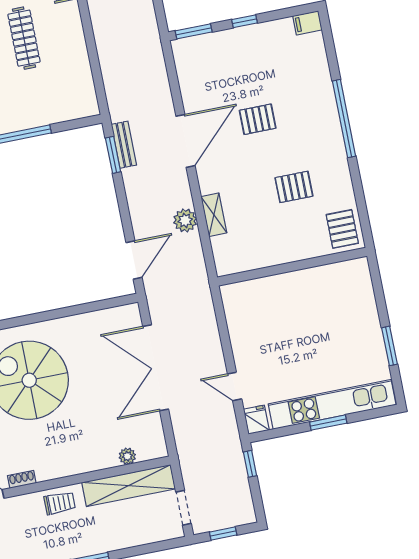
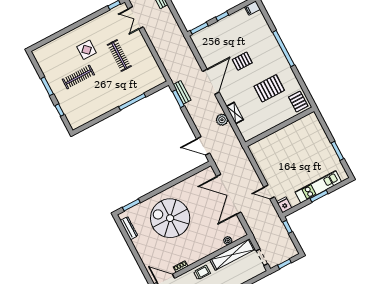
pallet: (294, 187) -> (269, 88), width x1.50, depth x1.42
door: (134, 260) -> (203, 146), swing flipped
kitchen unit: (332, 404) -> (318, 187), width x0.73

